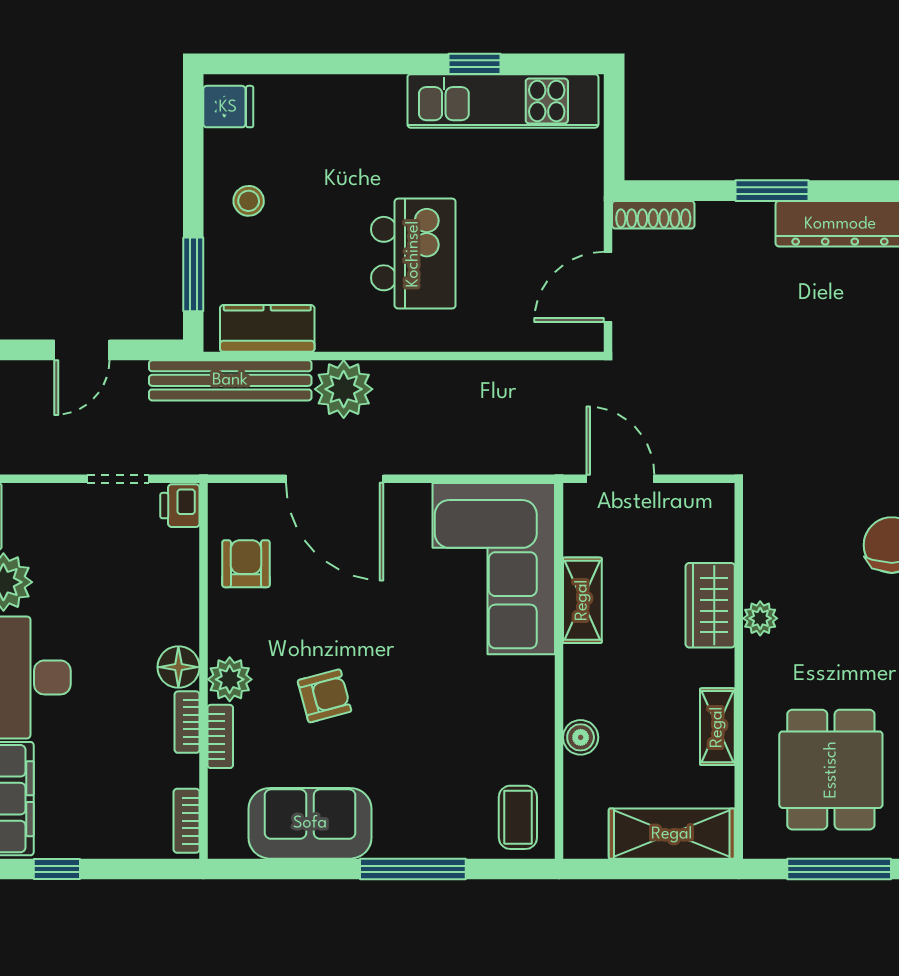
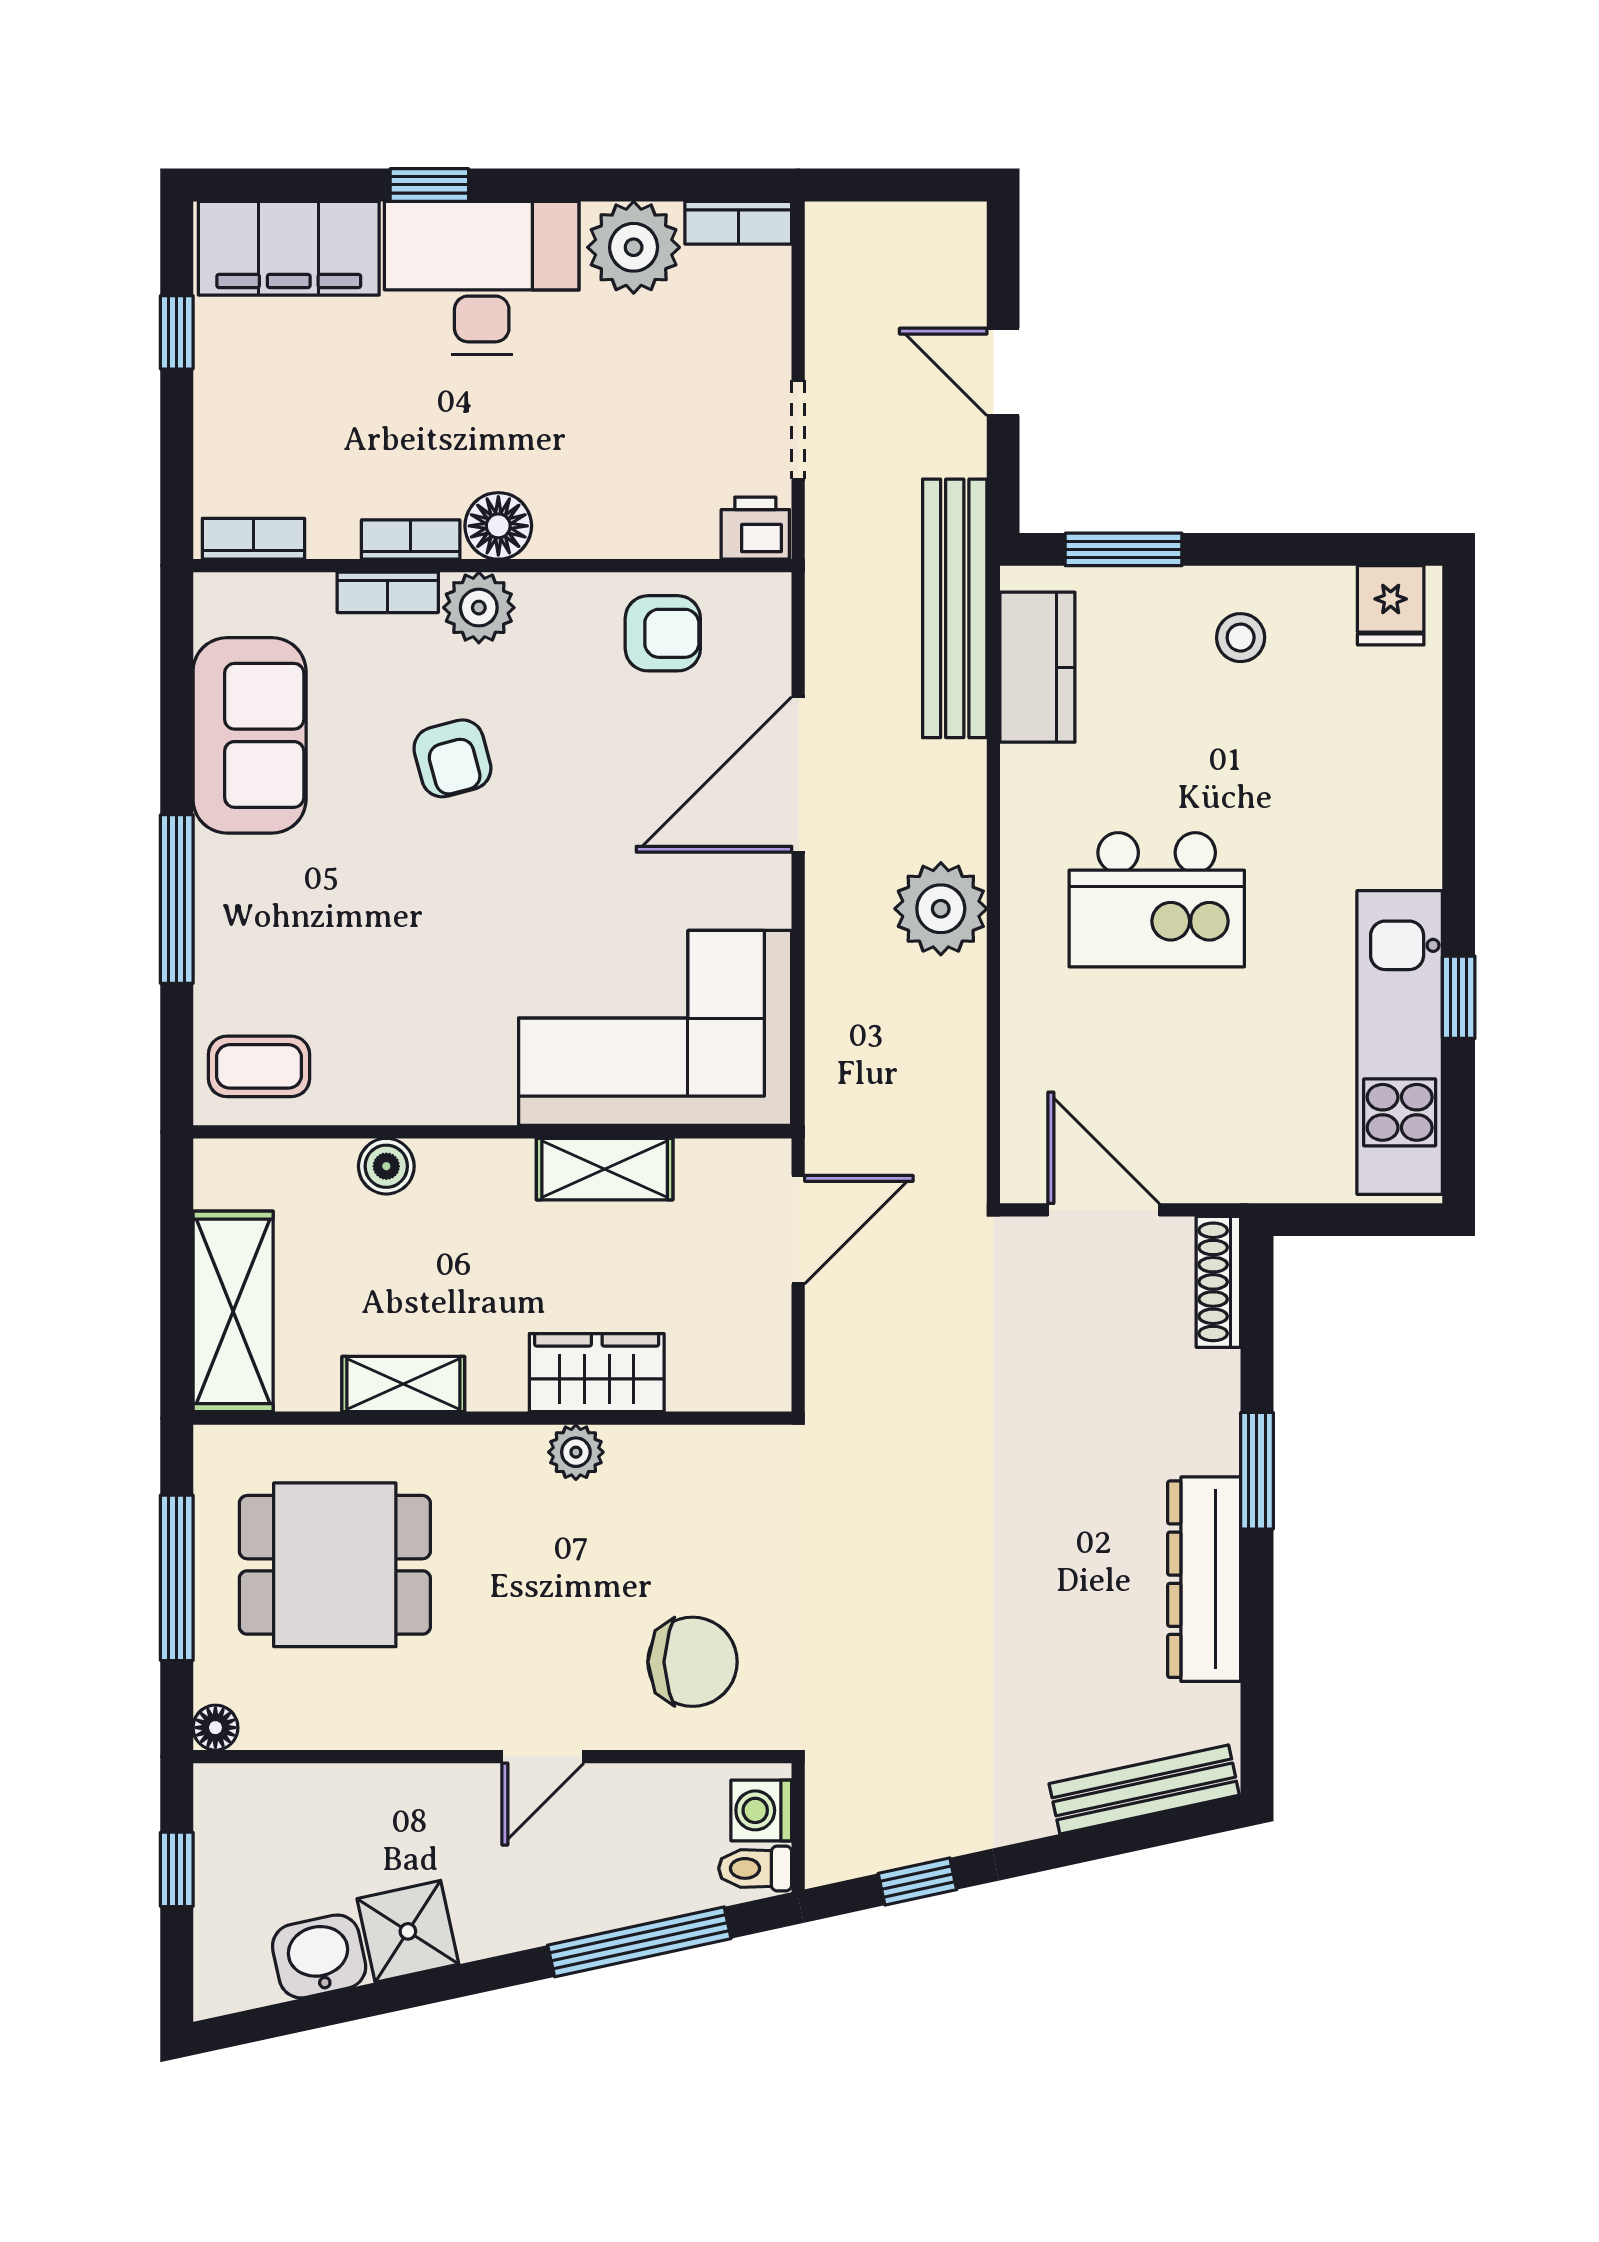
plant: (344, 389) -> (941, 909), moved

